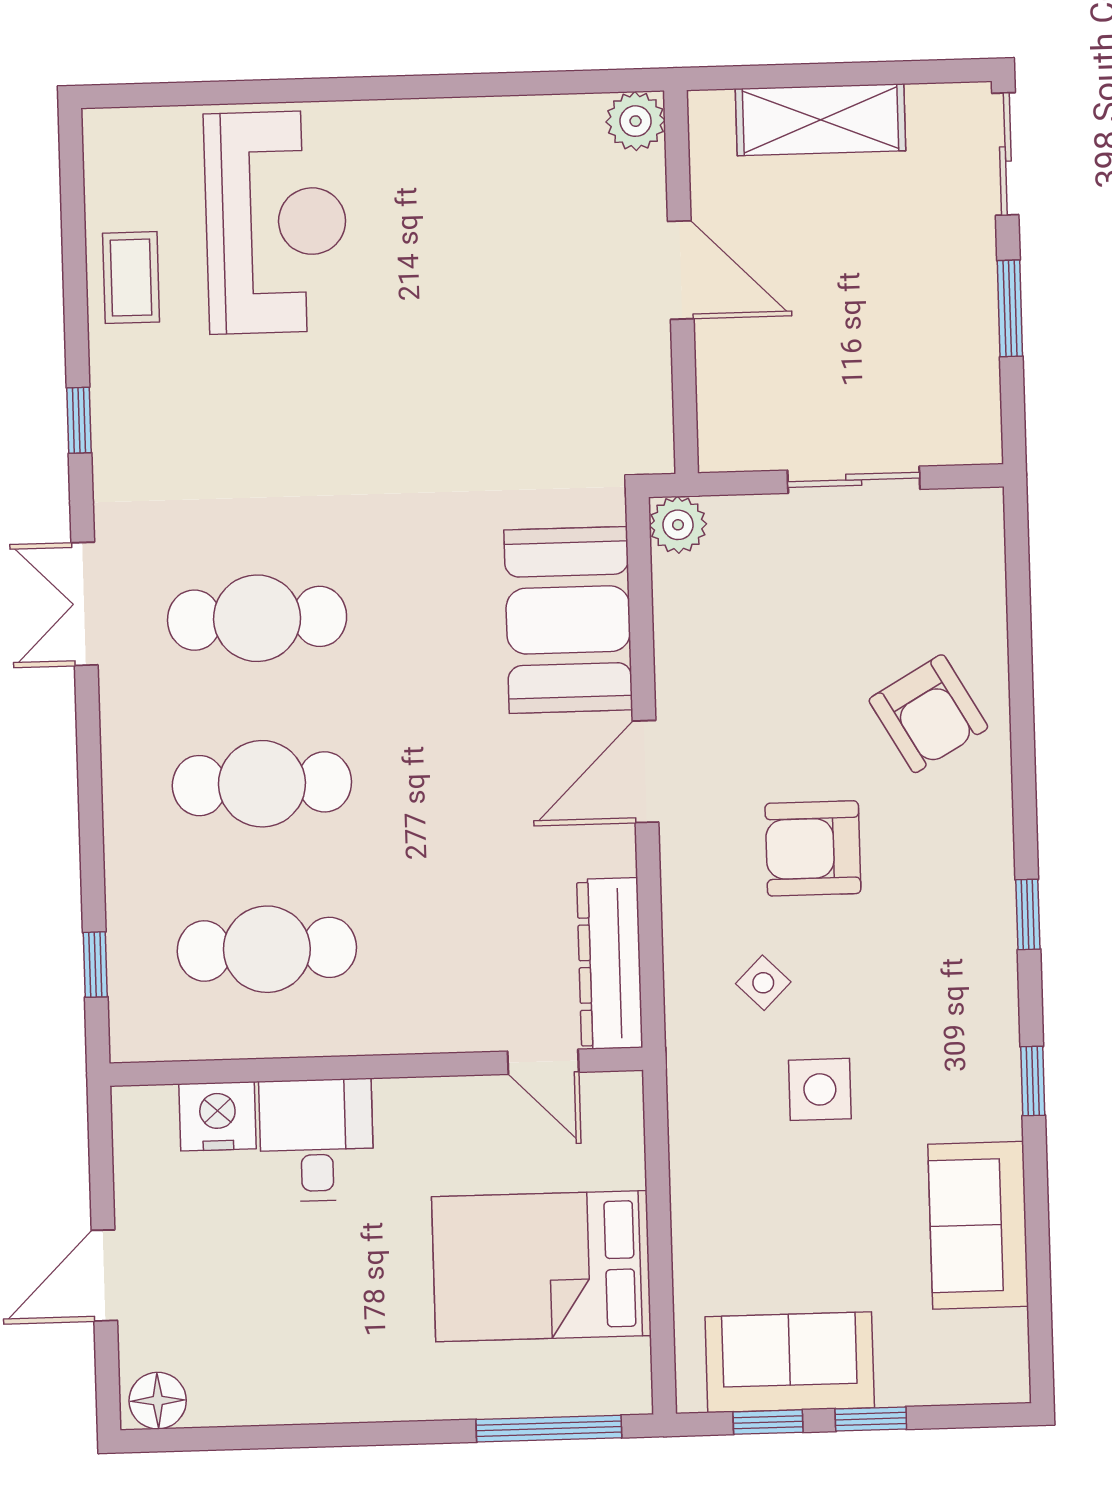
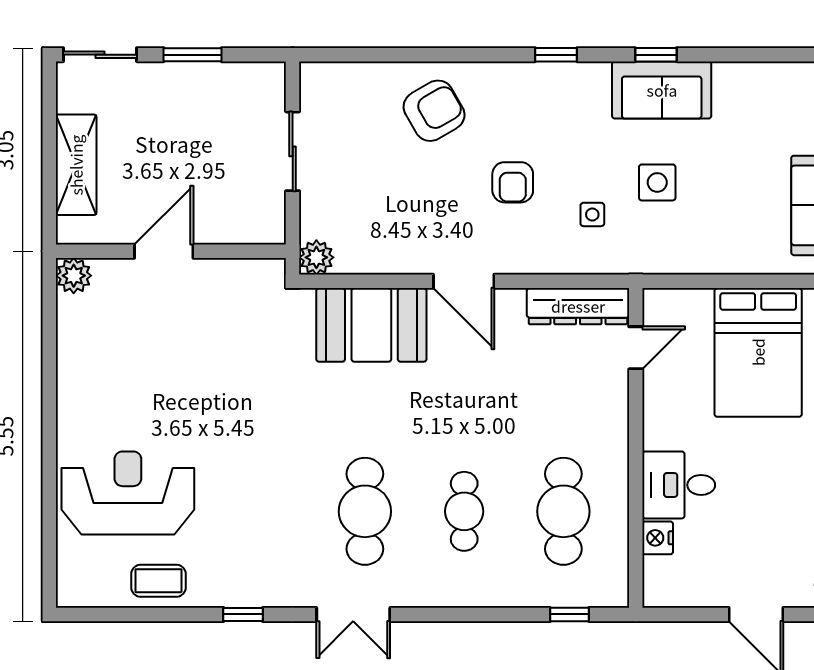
cafe table: (262, 784) -> (464, 511), width x0.73, depth x0.74
armchair: (813, 848) -> (513, 182), width x0.72, depth x0.72
side table: (763, 983) -> (592, 214), turned 45
nightstand: (218, 1116) -> (658, 538), width x0.74, depth x0.75
sofa: (978, 1225) -> (662, 90), moved

